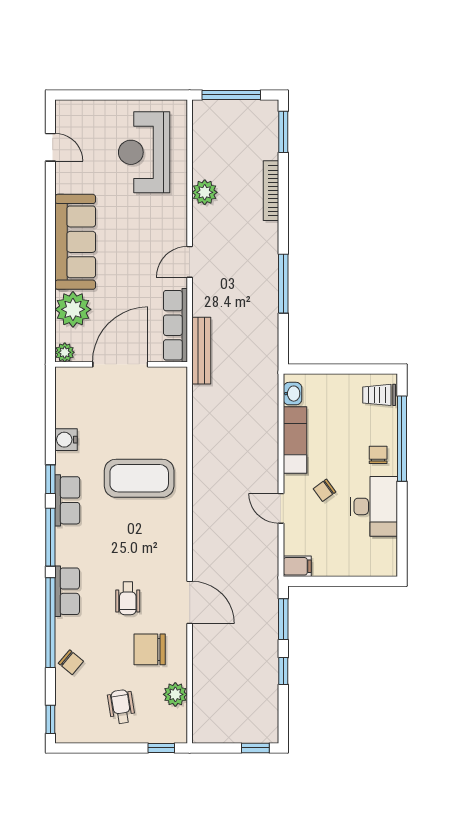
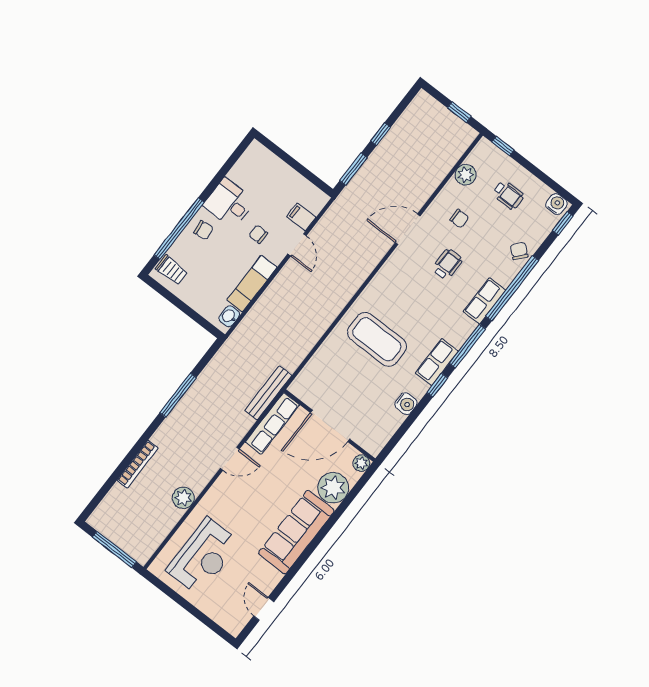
window: (283, 132) -> (99, 497), removed
chair: (378, 455) -> (204, 230), turned -98
chair: (325, 490) -> (258, 234), turned -144
desk: (374, 506) -> (229, 203), width x0.73
filing cabinet: (297, 566) -> (301, 217), moved
door: (190, 602) -> (408, 229), hinge flipped
chair: (150, 649) -> (459, 219), width x0.54, depth x0.54
wheelchair: (121, 707) -> (508, 195), turned -81
water cooler: (70, 733) -> (556, 204), added
window: (255, 748) -> (459, 112), moved

